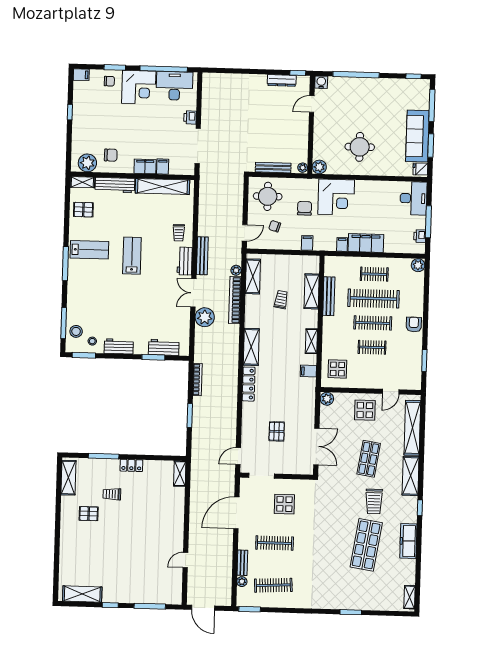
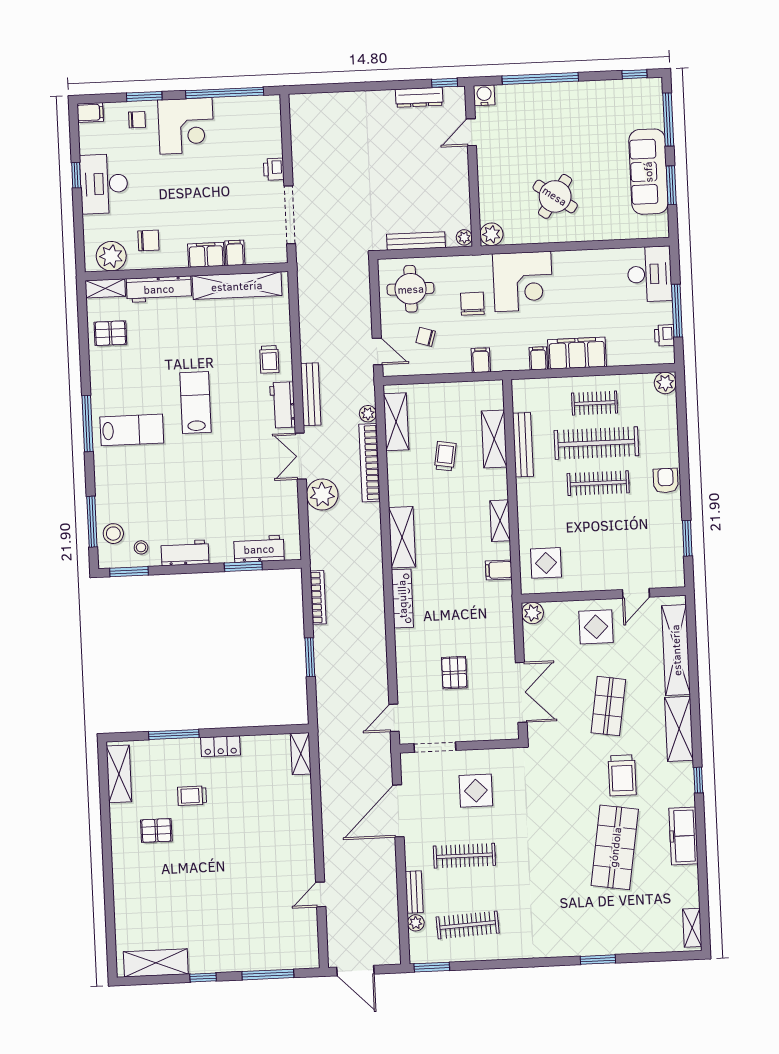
desk: (174, 86) -> (104, 184), moved, turned -90
round table: (360, 147) -> (555, 196), turned 35
fridge: (420, 169) -> (657, 225), removed
door: (245, 233) -> (377, 351), hinge flipped
lab bench: (89, 250) -> (132, 430), moved
clothes rail: (372, 347) -> (600, 523), removed

